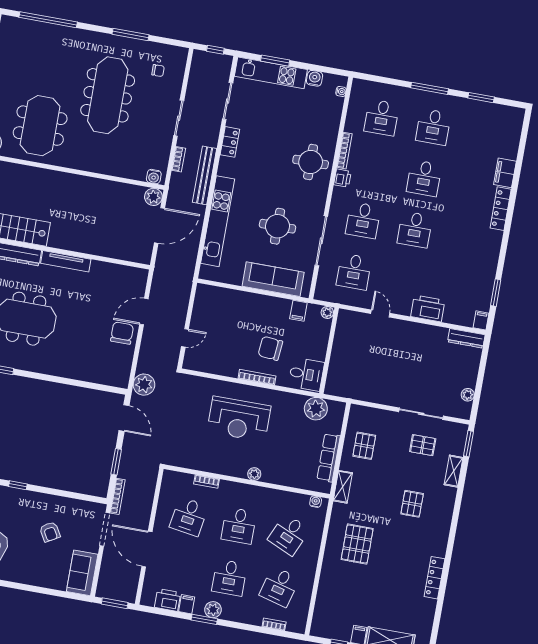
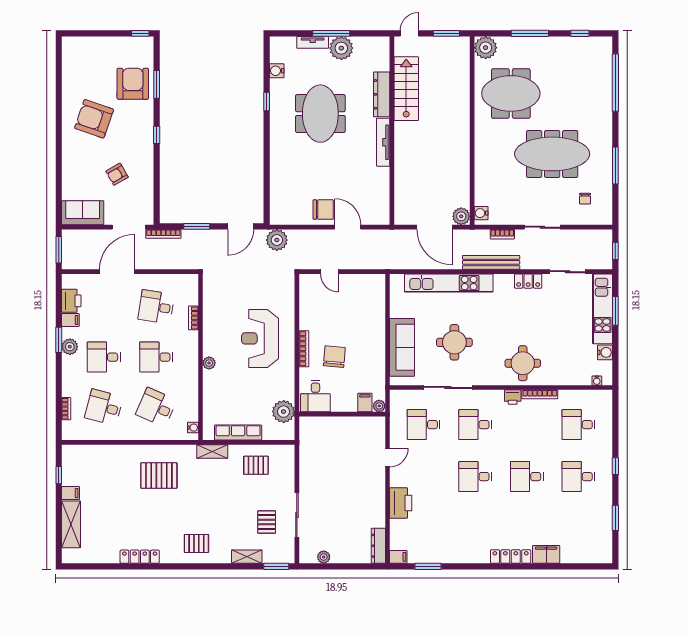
window: (429, 88) -> (615, 466), width x0.46
filing cabinet: (298, 311) -> (365, 403), moved, turned 90
pallet: (412, 504) -> (196, 543), moved

